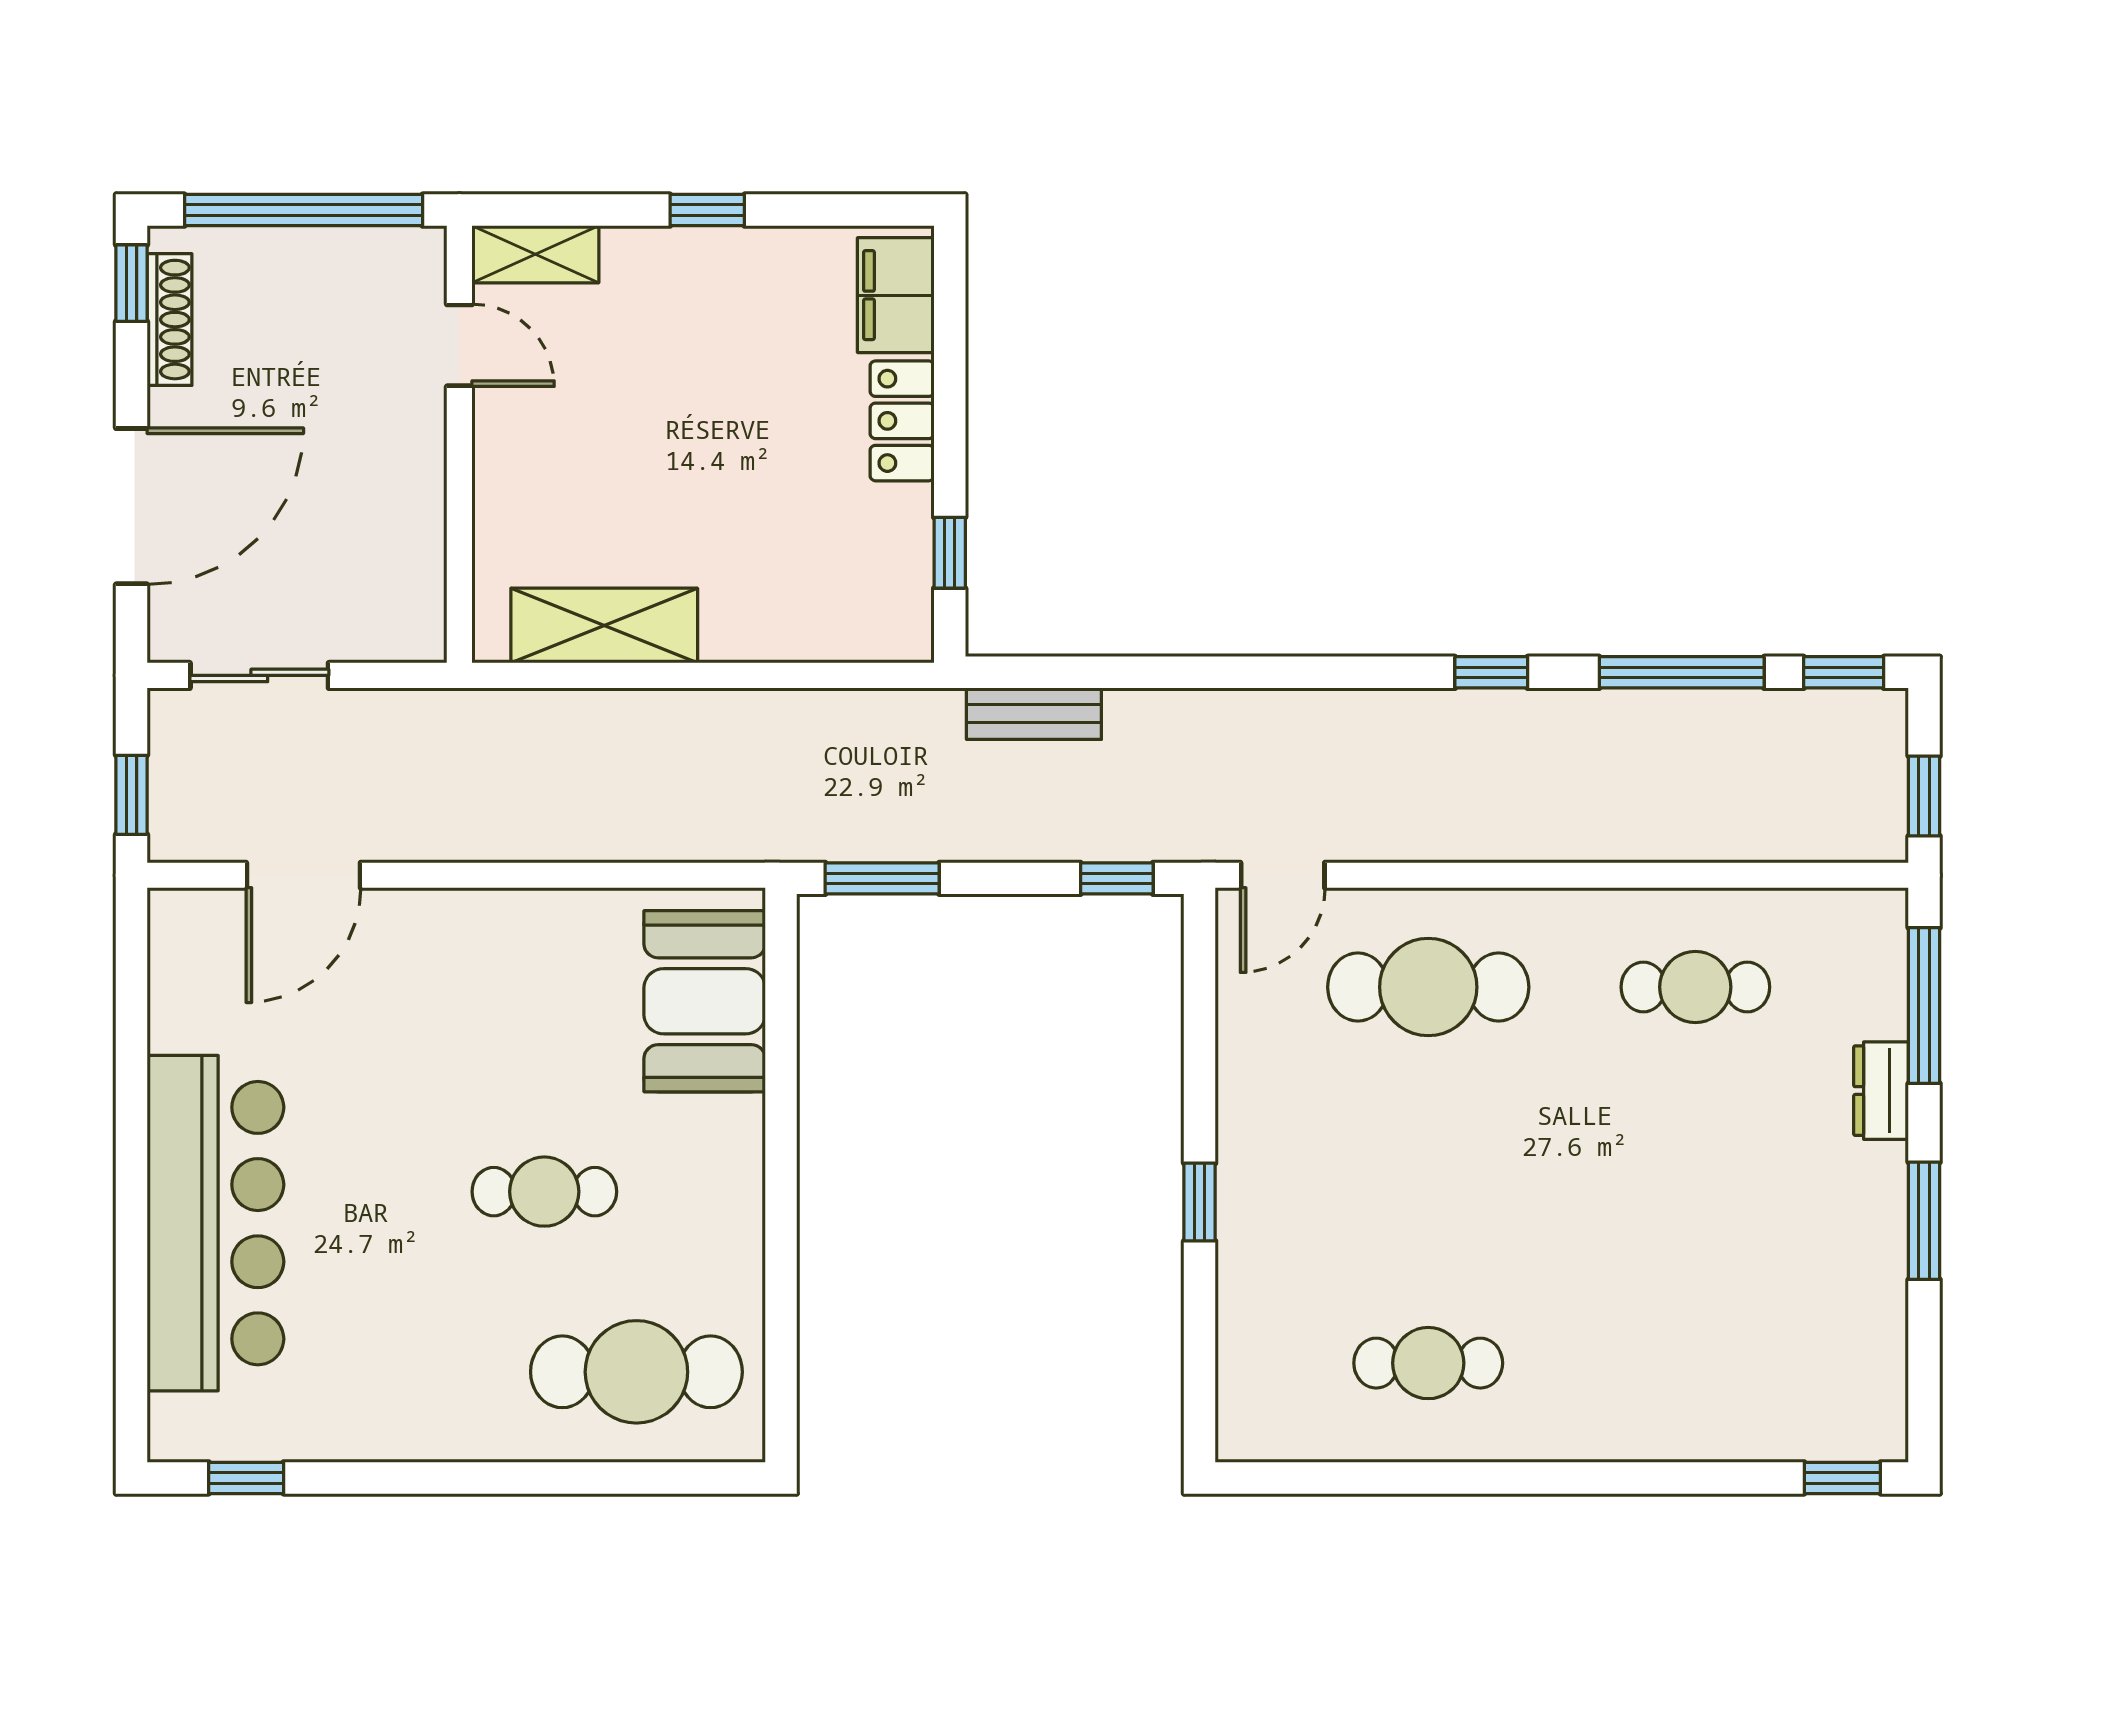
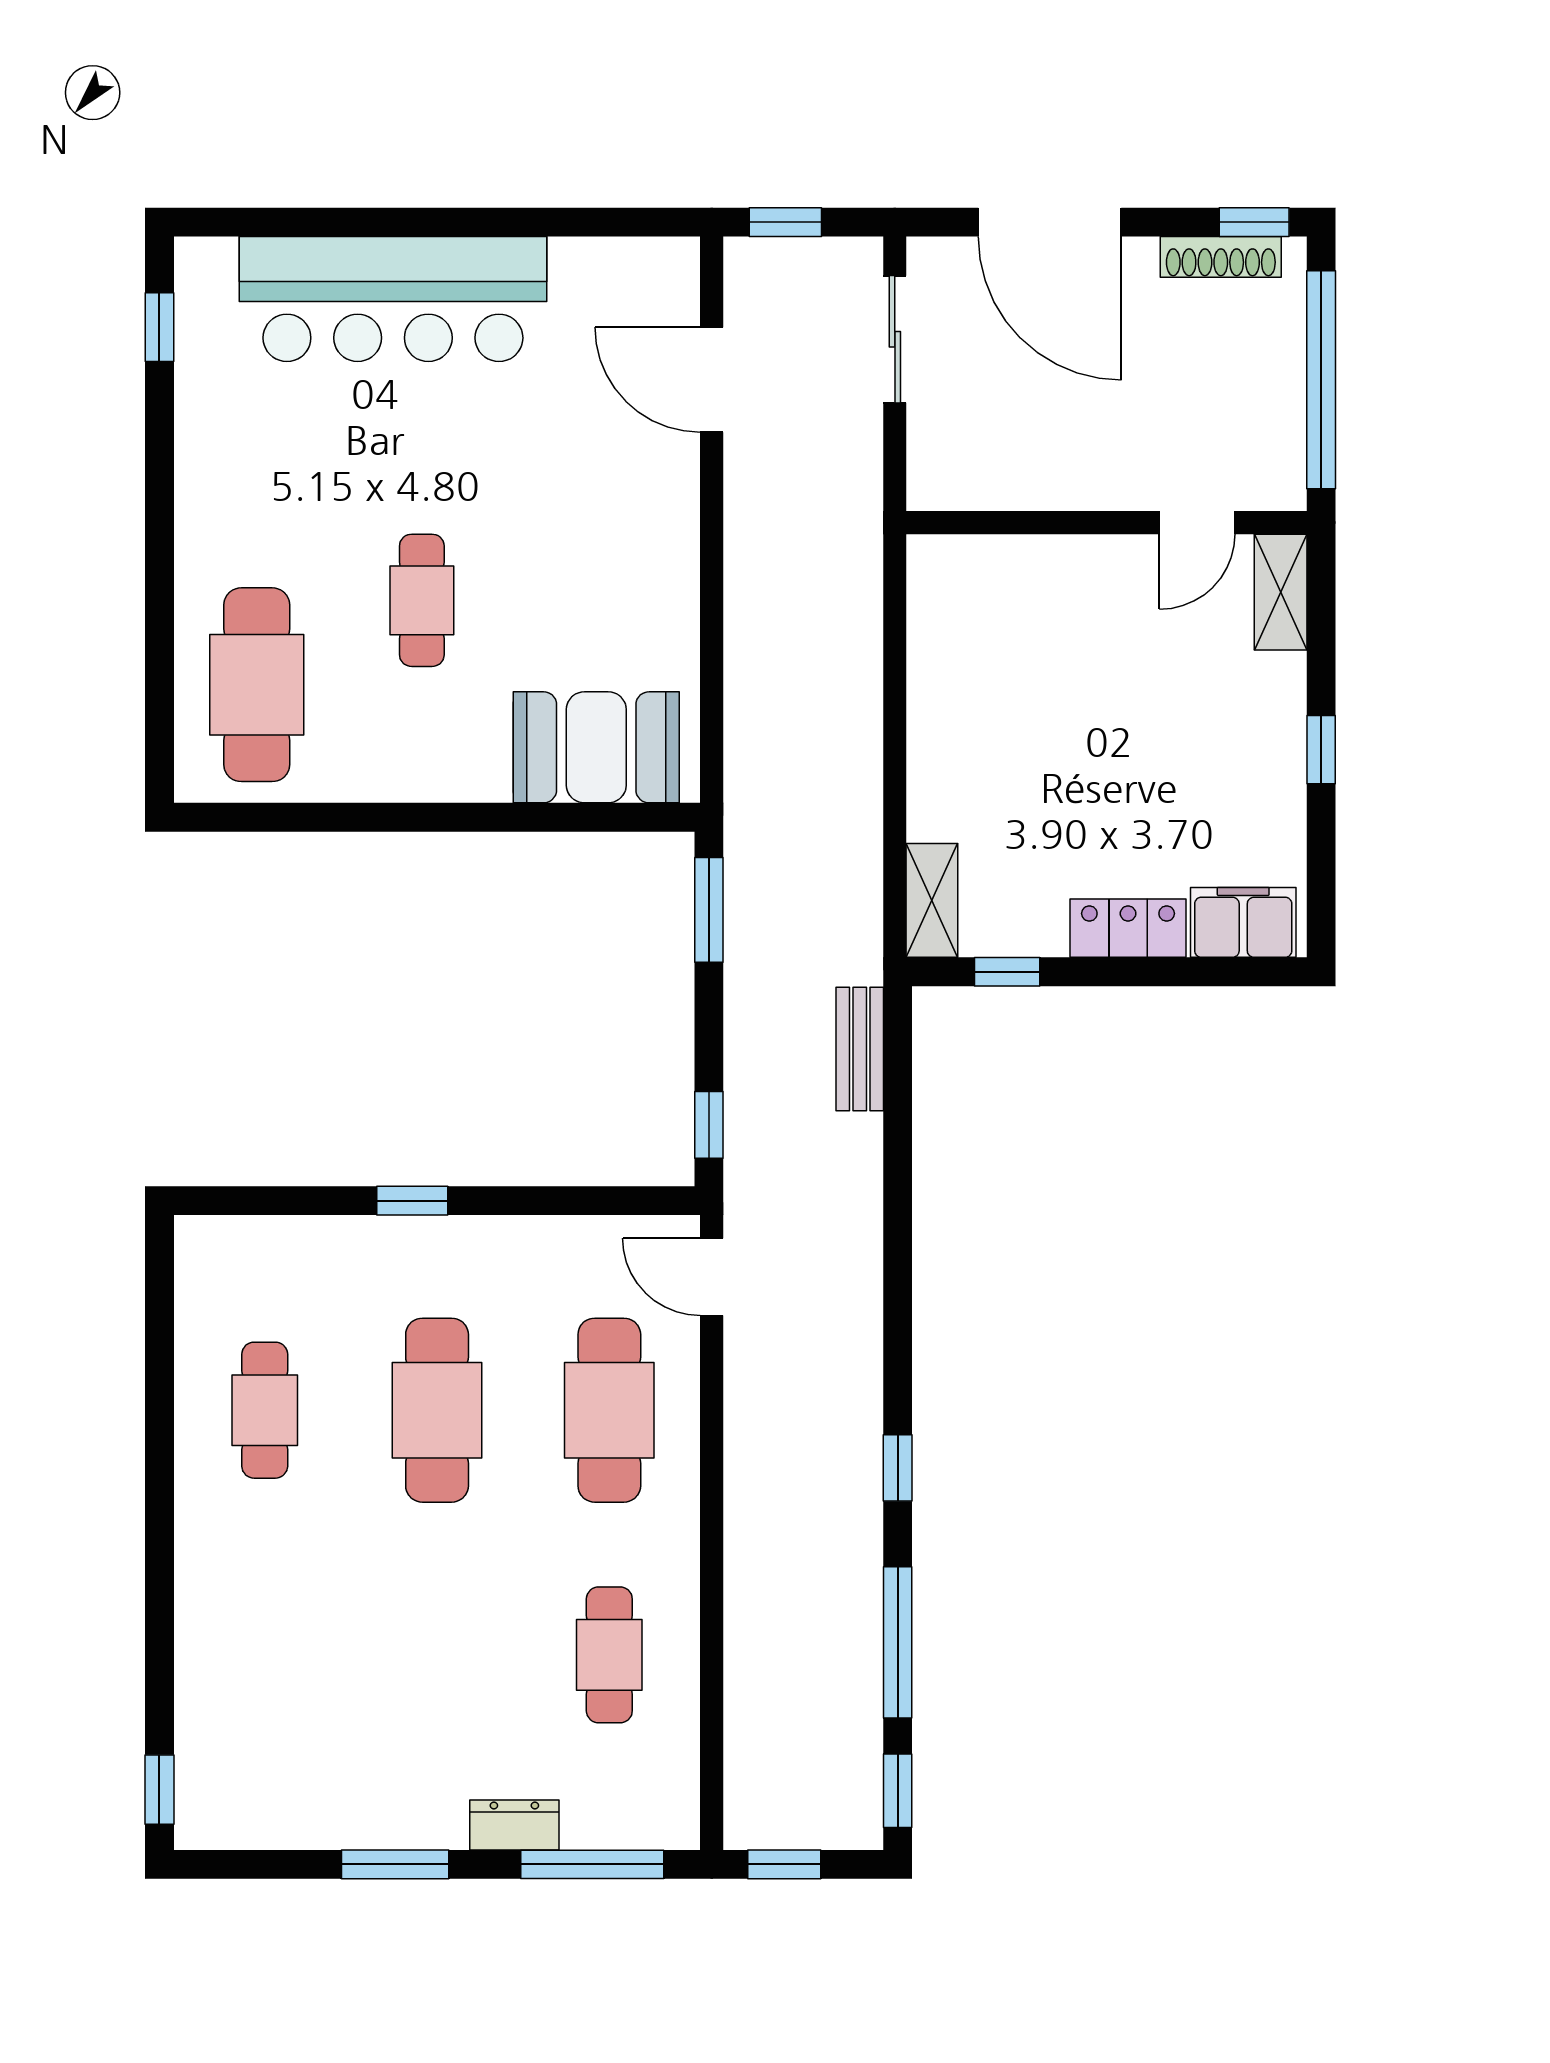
shelving: (604, 626) -> (932, 900), moved, width x0.67, depth x0.75
cafe table: (1428, 1175) -> (437, 1410), added

